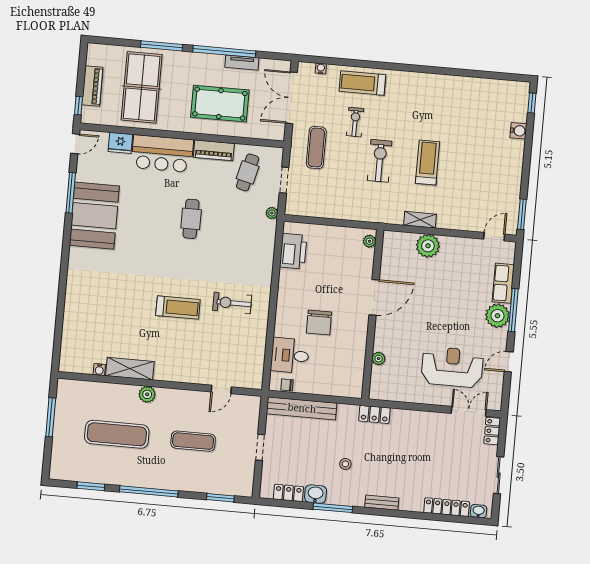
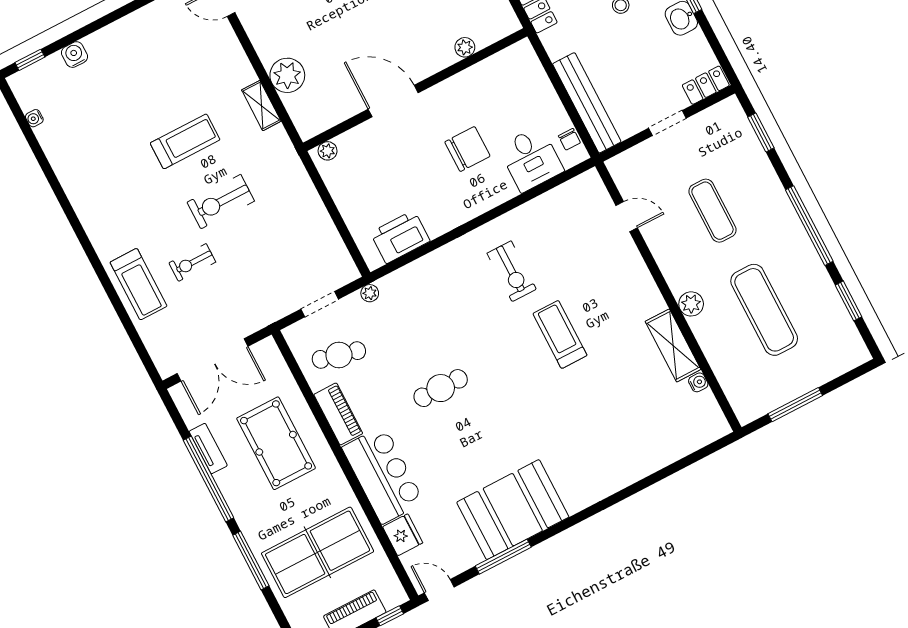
water cooler: (321, 68) -> (34, 118), moved
exercise mat: (316, 148) -> (254, 290), removed
treadmill: (428, 162) -> (185, 141), turned 180
locker: (288, 493) -> (706, 85), moved, turned 90

